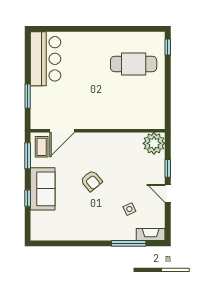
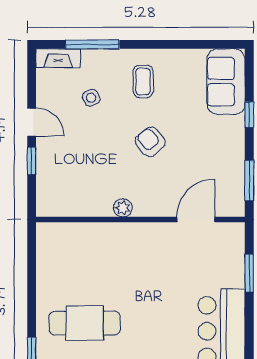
plant: (154, 143) -> (123, 208), moved, width x0.53, depth x0.53
coffee table: (42, 147) -> (143, 81), moved
sofa: (43, 189) -> (226, 82), moved

